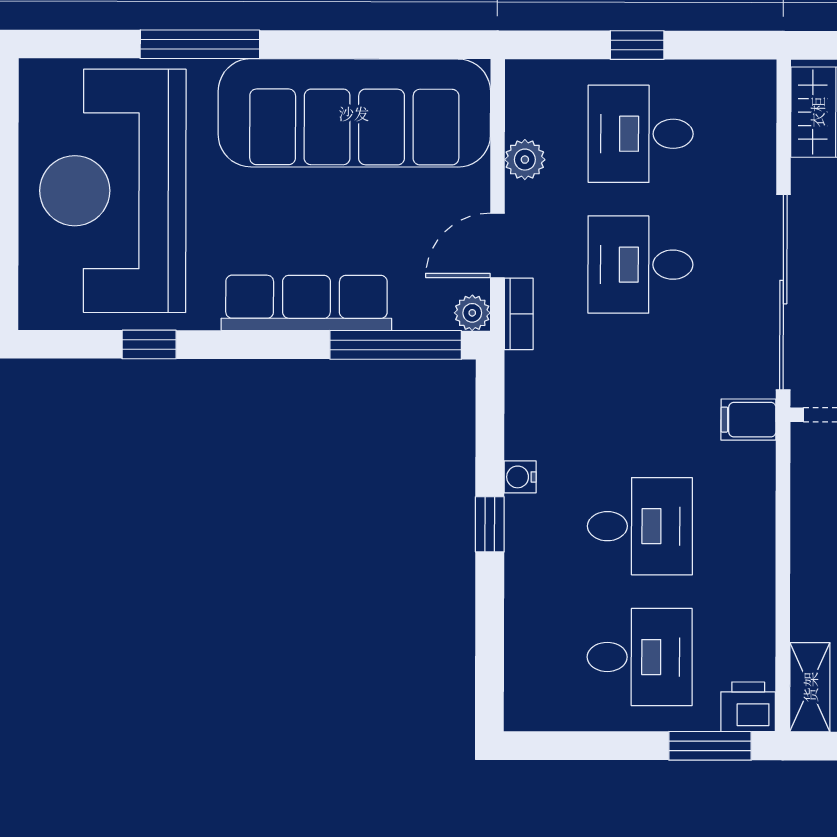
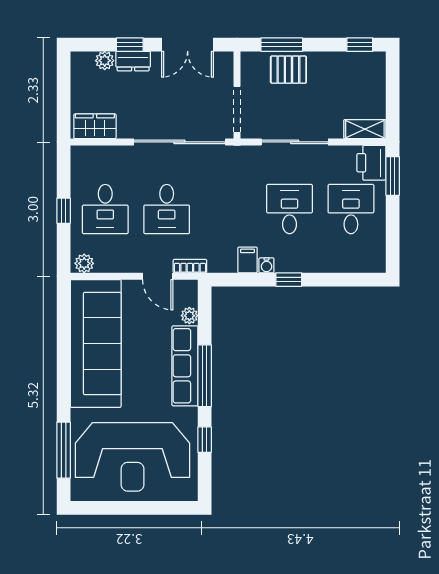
window: (200, 44) -> (64, 450), moved
plant: (525, 160) -> (84, 263), moved
plant: (472, 313) -> (189, 316), moved
window: (396, 345) -> (205, 376), moved
filing cabinet: (748, 420) -> (247, 260), moved, turned 180
sliding door: (783, 537) -> (295, 142), added
printer: (748, 707) -> (371, 163), width x1.36, depth x1.24

